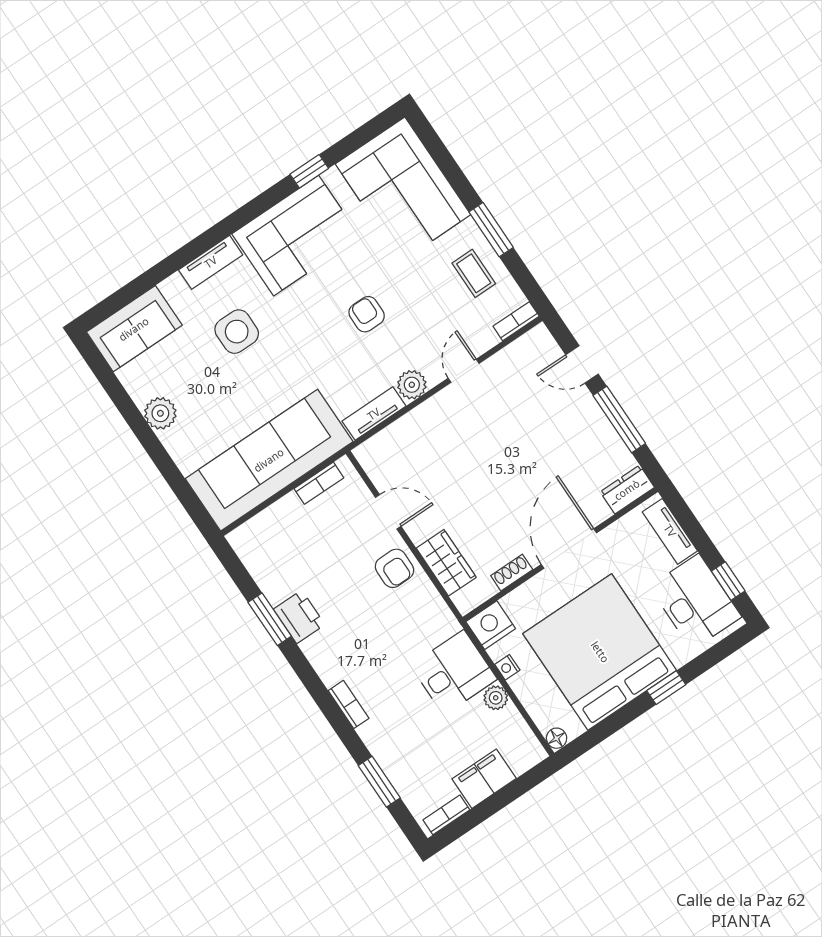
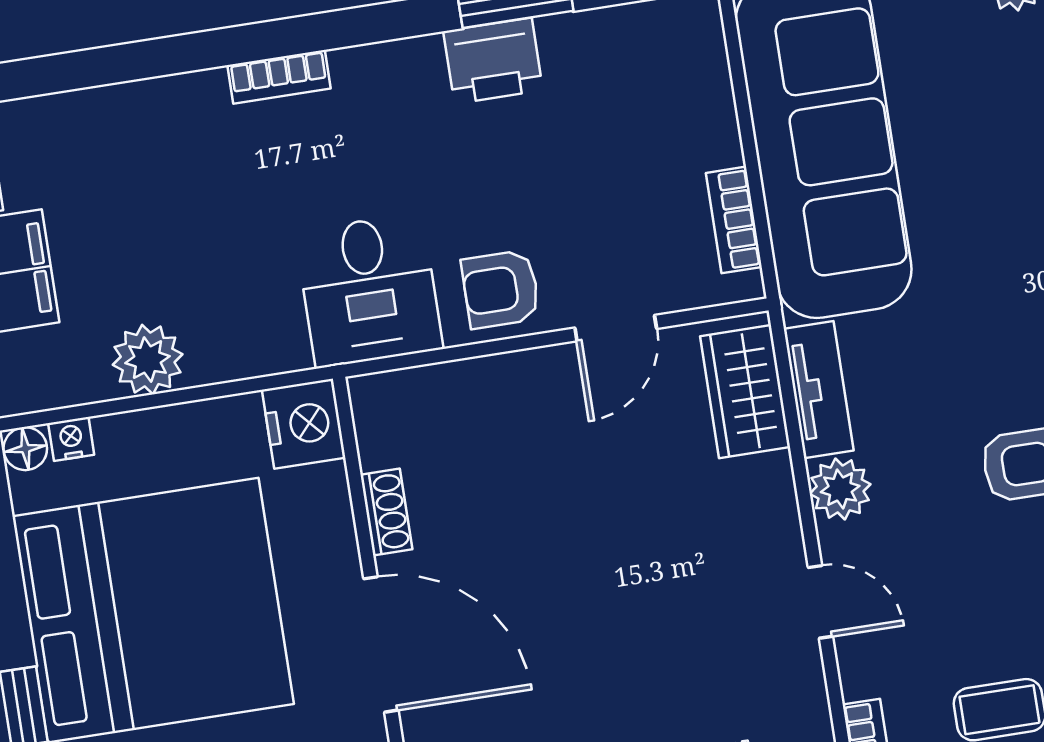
wardrobe: (446, 563) -> (745, 392), moved, turned 90
nightstand: (507, 667) -> (71, 439), moved
desk: (454, 672) -> (369, 290), moved
plant: (496, 698) -> (148, 360), width x1.38, depth x1.38
window: (379, 782) -> (102, 66), removed

